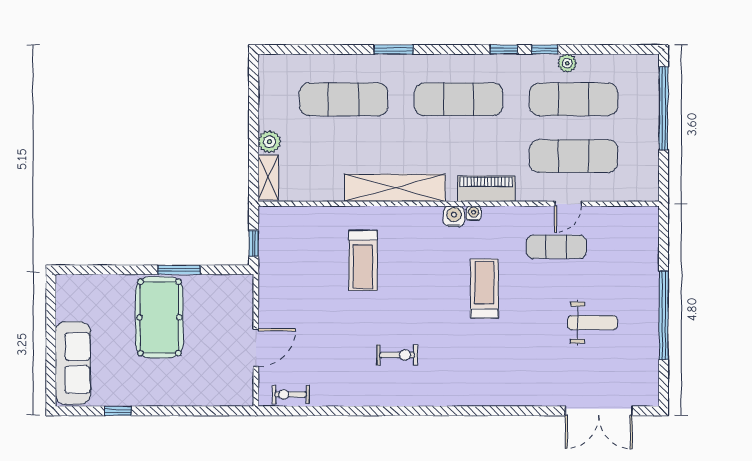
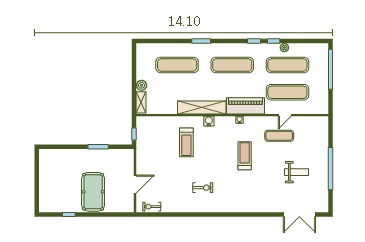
piano: (486, 189) -> (246, 106), width x1.37, depth x1.33
water cooler: (454, 216) -> (209, 121), moved
pool table: (159, 317) -> (93, 192), moved
sofa: (73, 363) -> (47, 192), removed

